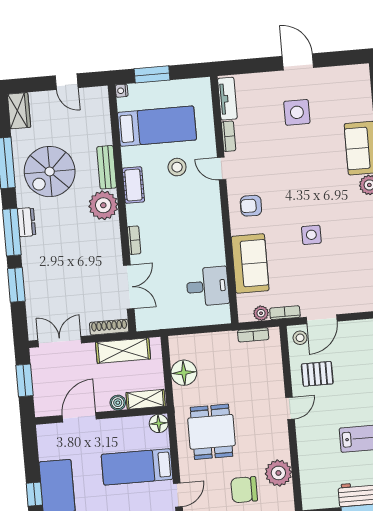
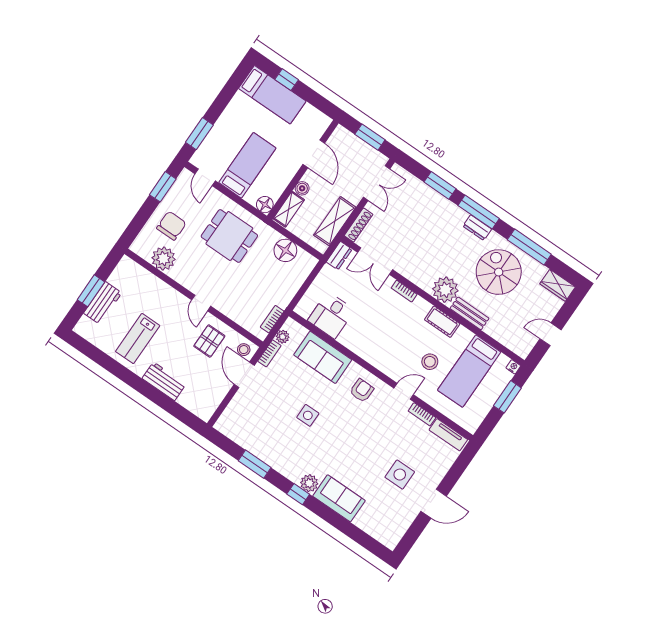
dresser: (150, 322) -> (339, 256), added

